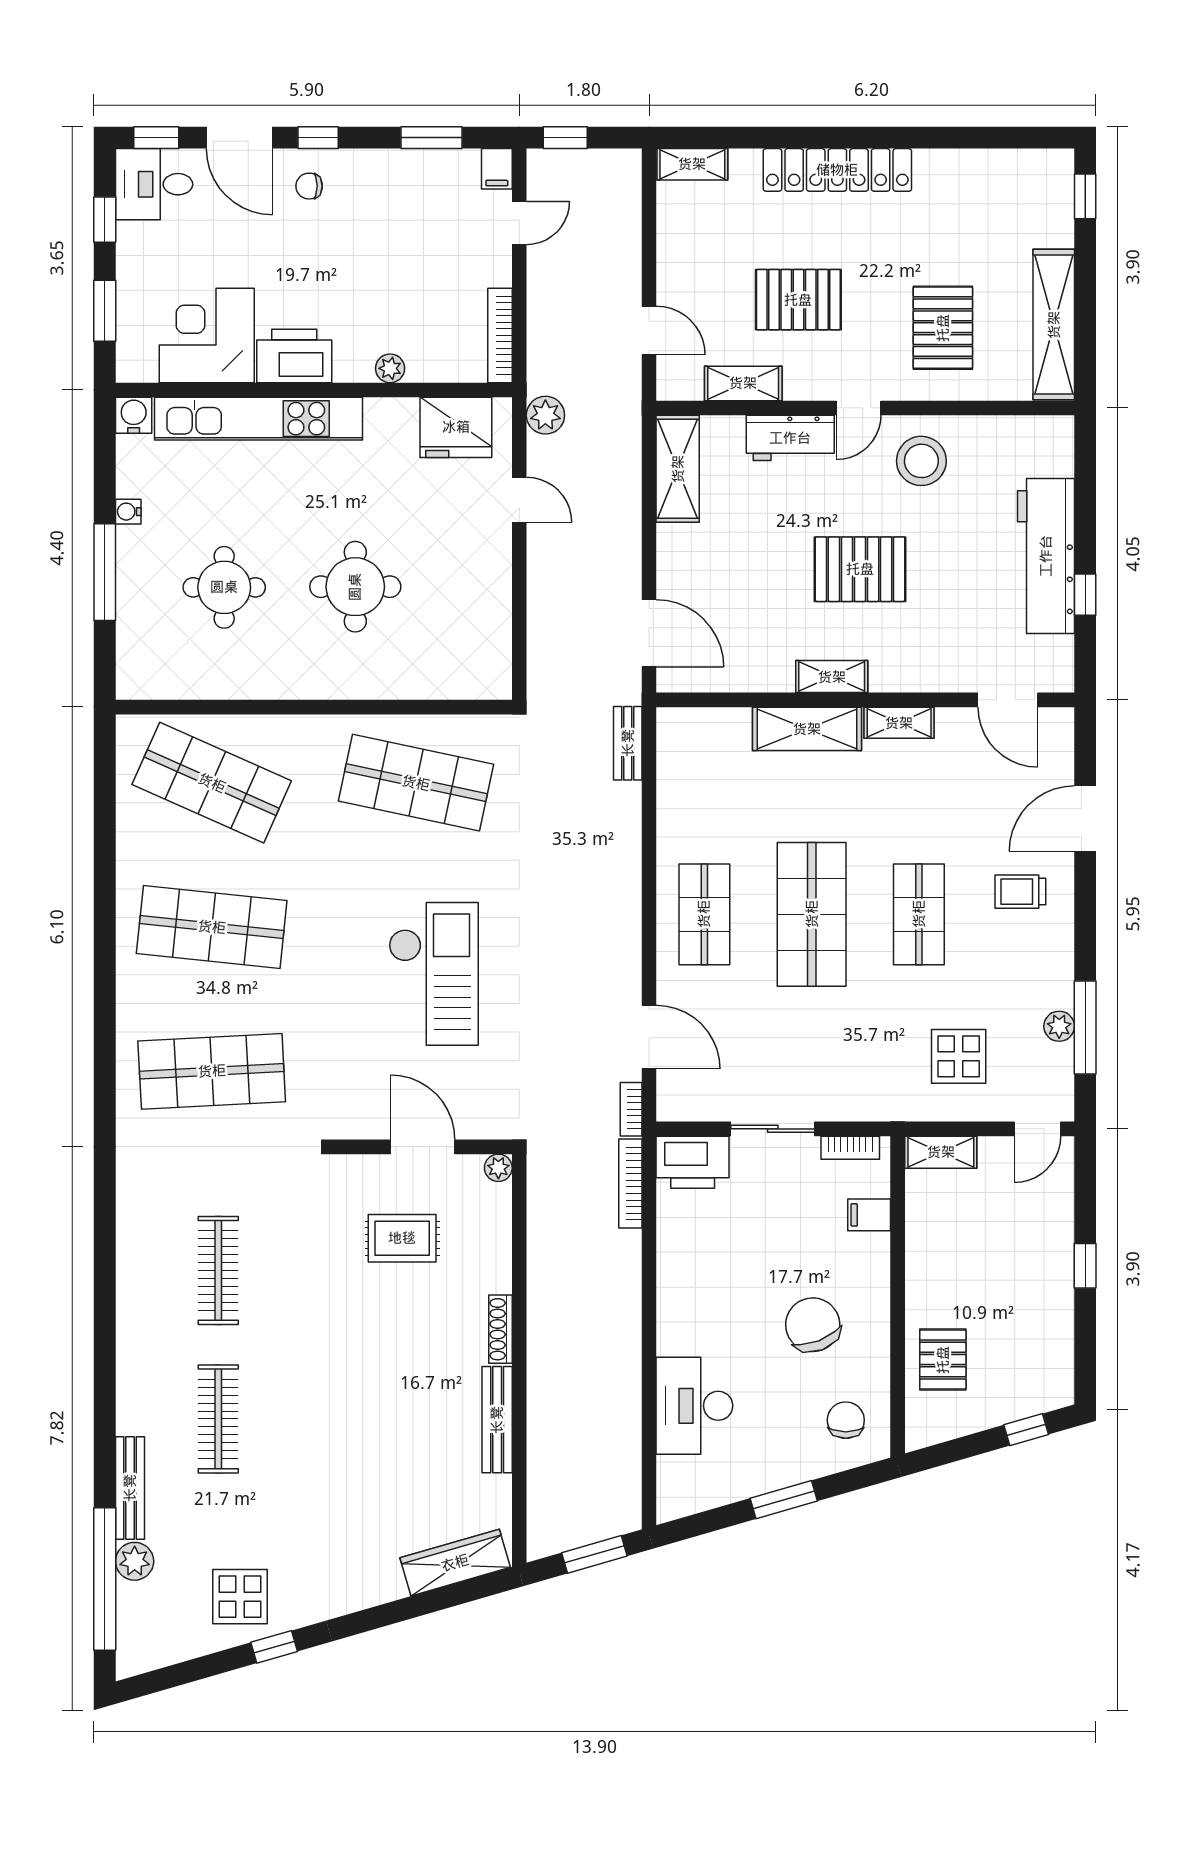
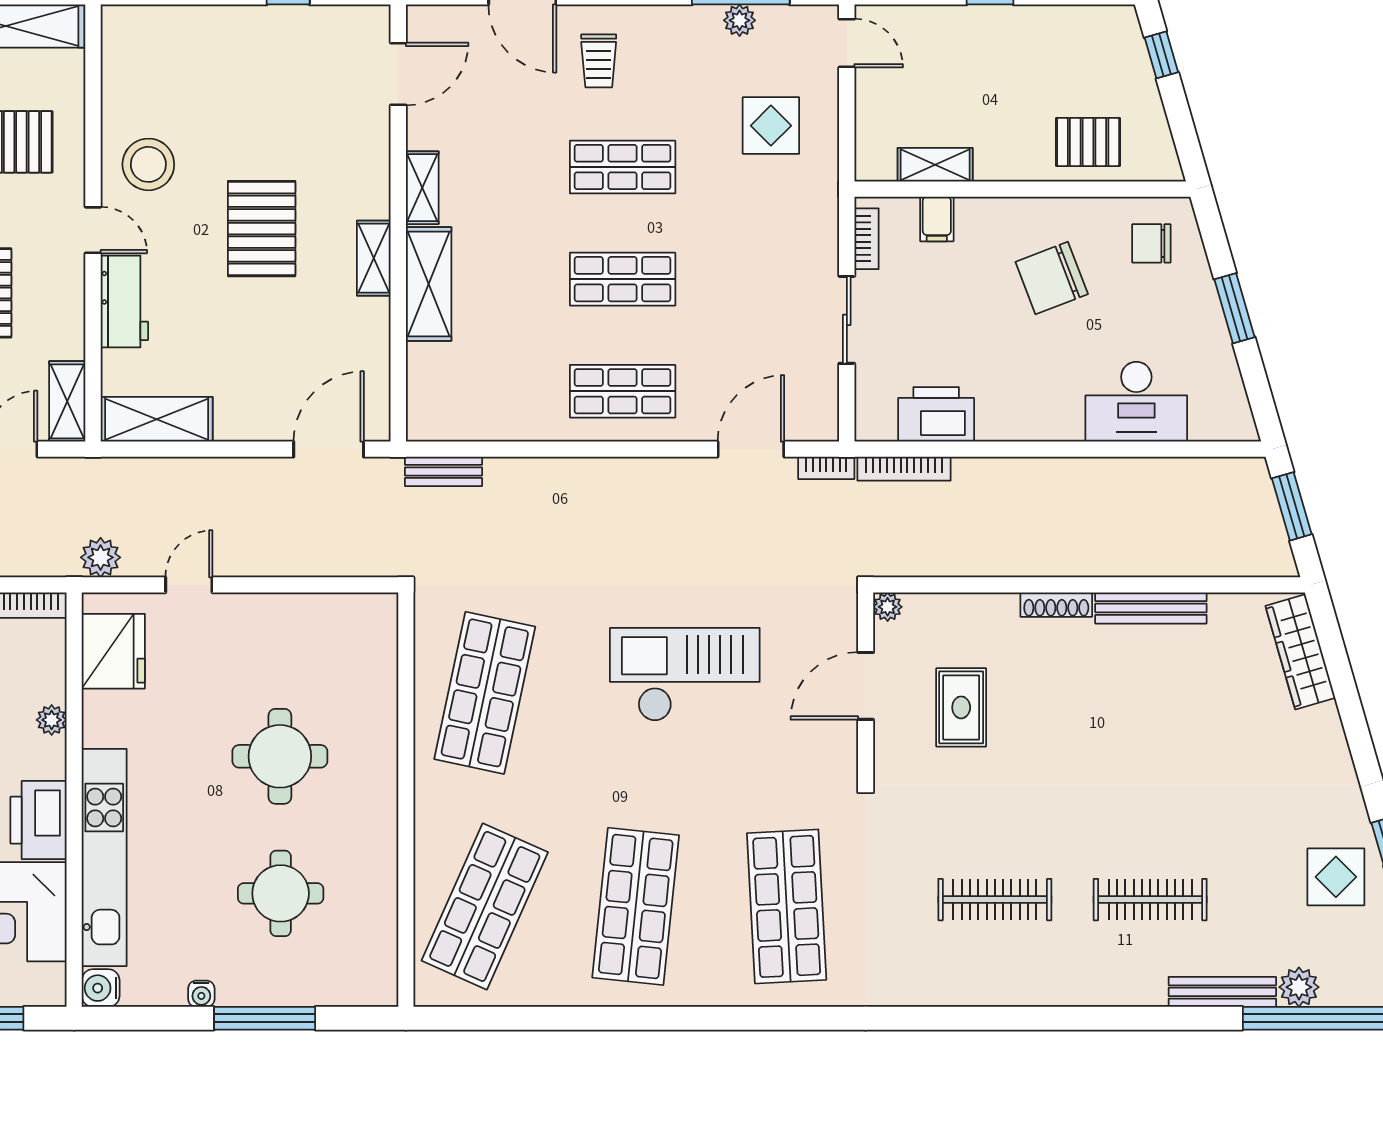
shelving: (743, 383) -> (67, 401), moved
workbench: (1046, 556) -> (248, 34), removed
shop shelf: (812, 914) -> (623, 279), width x0.70, depth x0.74
shelving: (941, 1152) -> (935, 165), moved, turned 90
printer: (693, 1162) -> (936, 414), moved, turned -90

